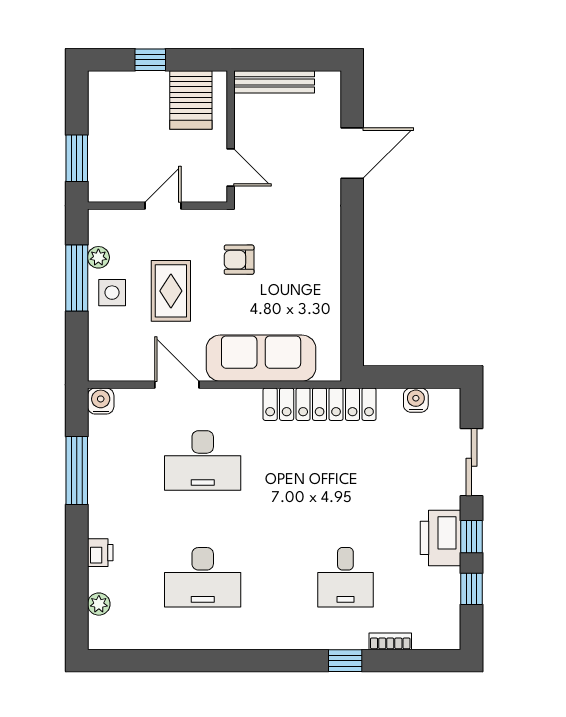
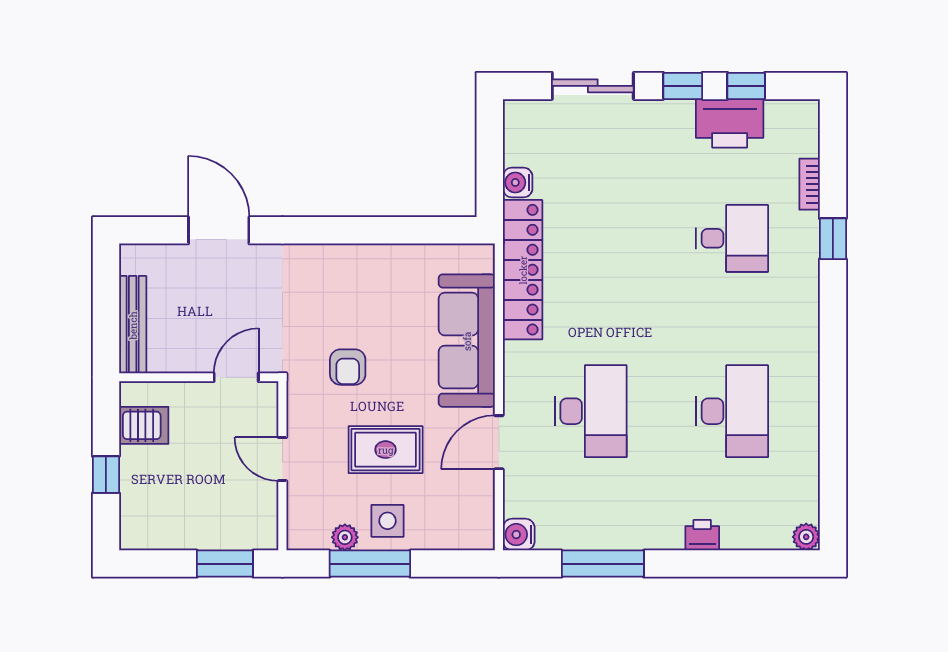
server rack: (191, 100) -> (144, 425), width x0.73, depth x0.70
water cooler: (416, 400) -> (518, 182), moved
printer: (441, 538) -> (730, 123), moved
plant: (99, 604) -> (806, 537), moved

